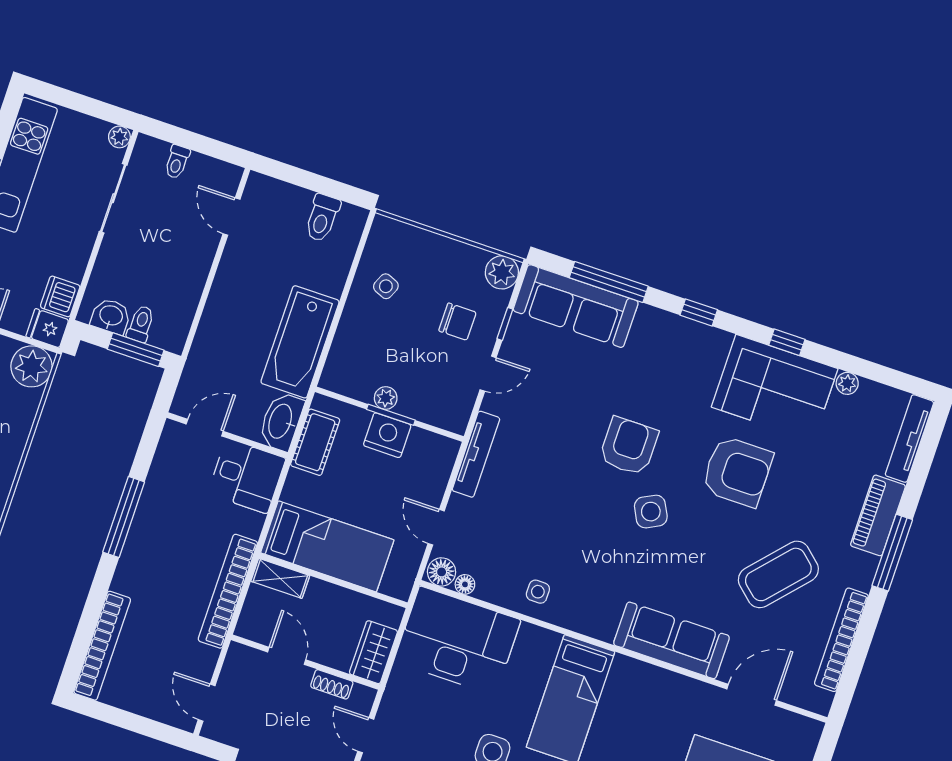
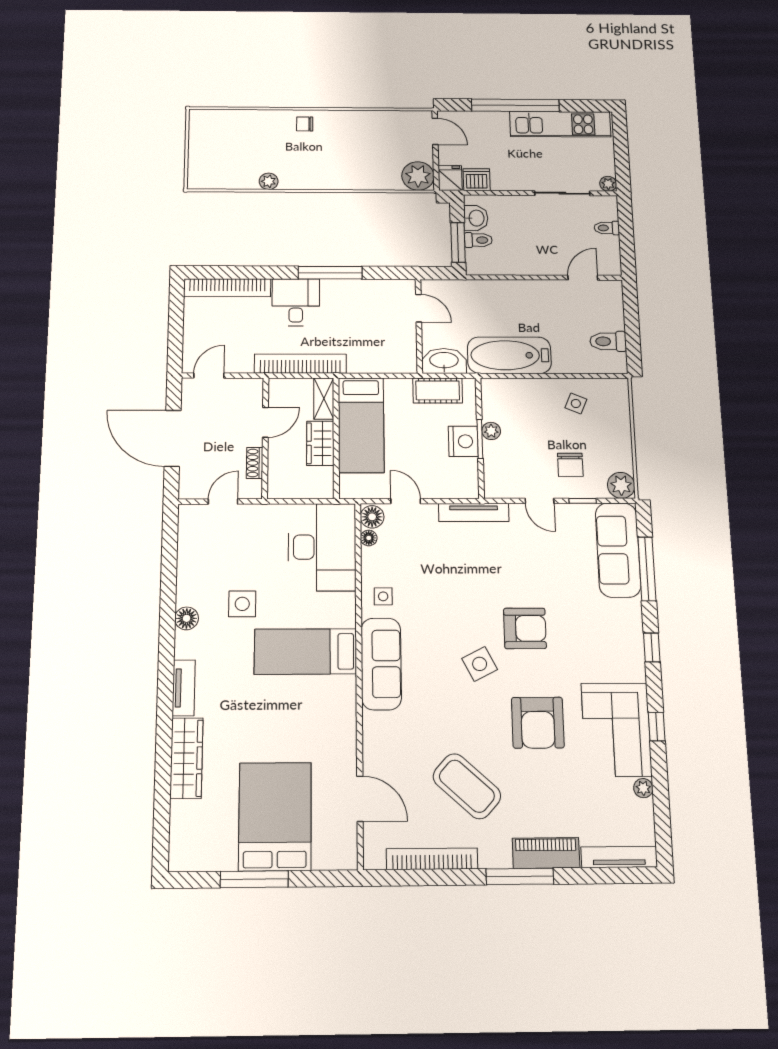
desk: (247, 476) -> (296, 302), moved, turned 180
door: (436, 527) -> (406, 501), hinge flipped
sofa: (672, 640) -> (381, 664), moved
wardrobe: (373, 652) -> (320, 443), moved, turned -90

